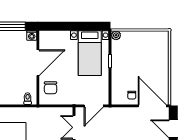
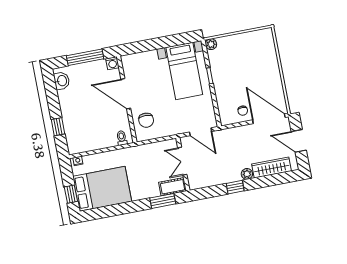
door: (38, 63) -> (126, 94), swing flipped
door: (94, 106) -> (201, 132), hinge flipped

